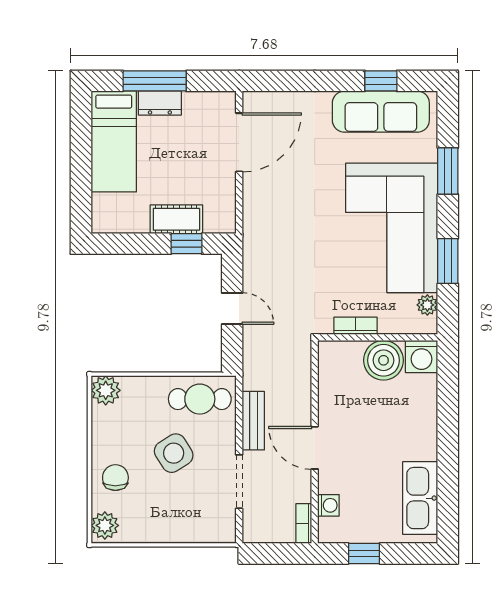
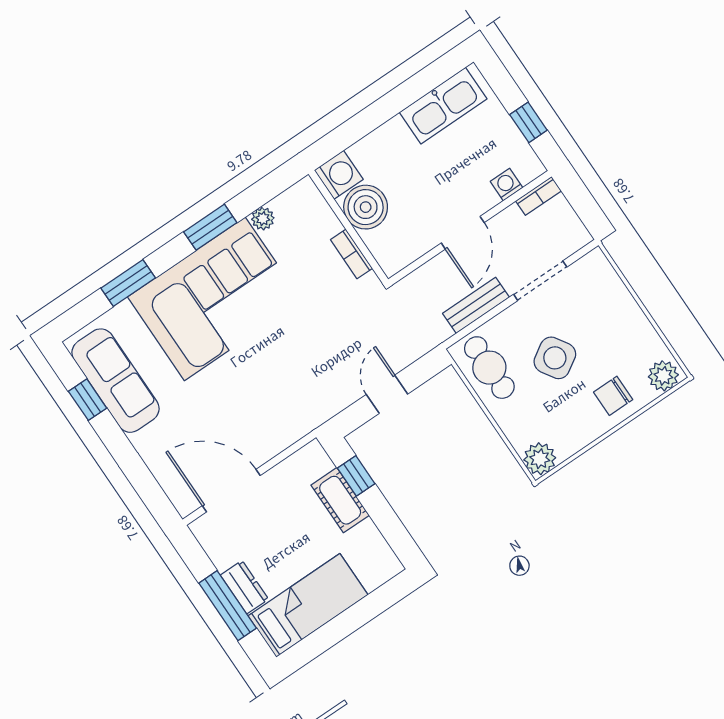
bookcase: (356, 326) -> (351, 254), moved
wall: (378, 337) -> (348, 227), moved
washing machine: (422, 357) -> (339, 175), moved
boiler: (384, 360) -> (366, 207), moved

